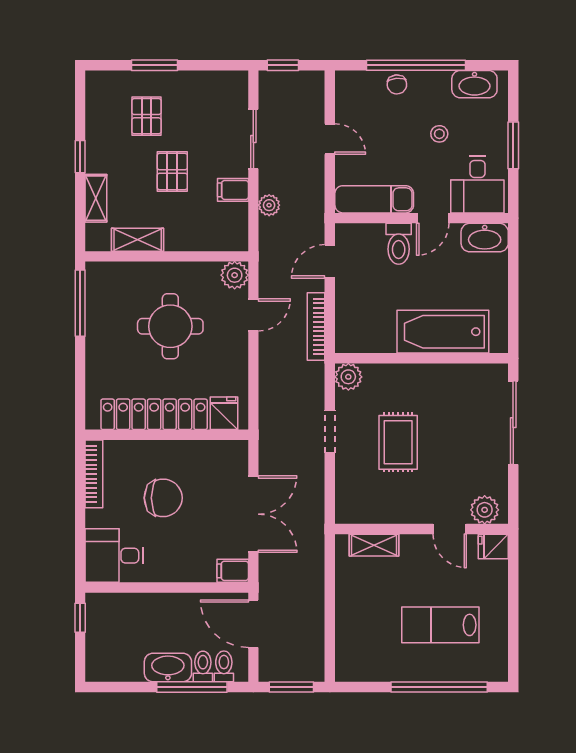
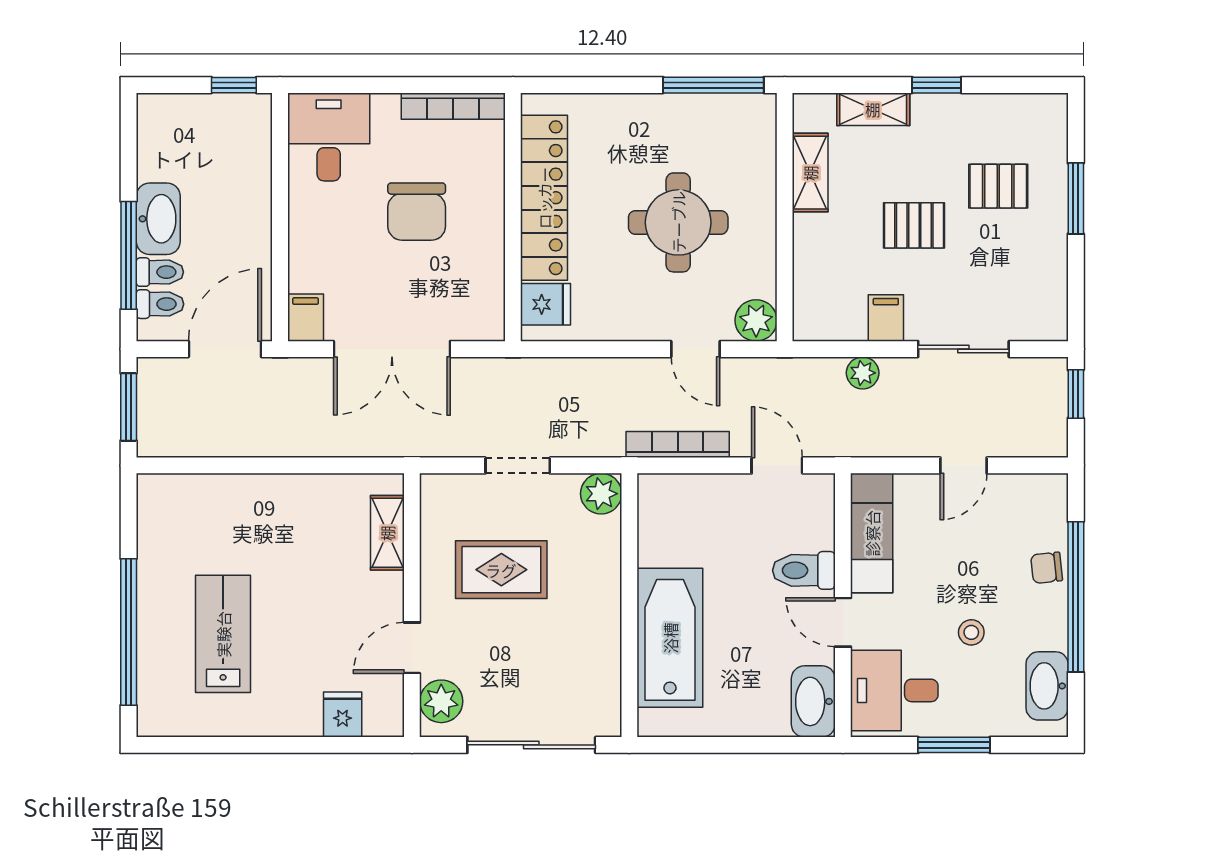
plant: (485, 510) -> (441, 701), moved
wall: (422, 529) -> (412, 605), moved
door: (450, 529) -> (412, 648), moved
shelving: (374, 545) -> (387, 533), moved

